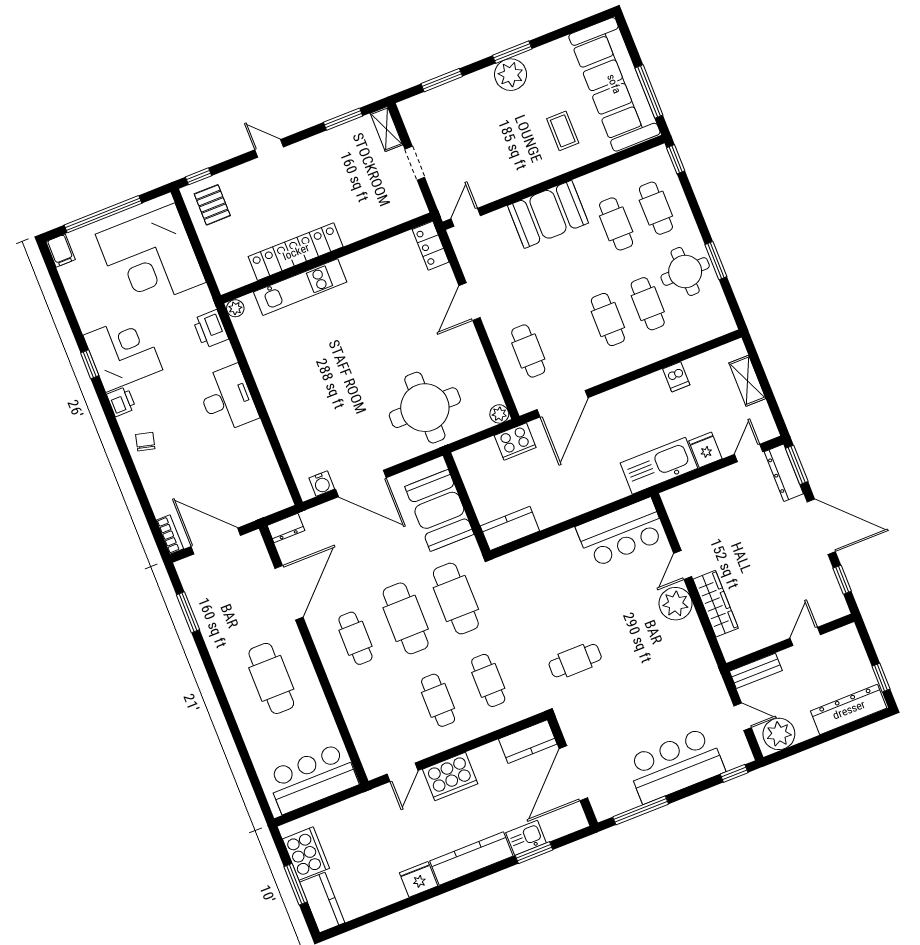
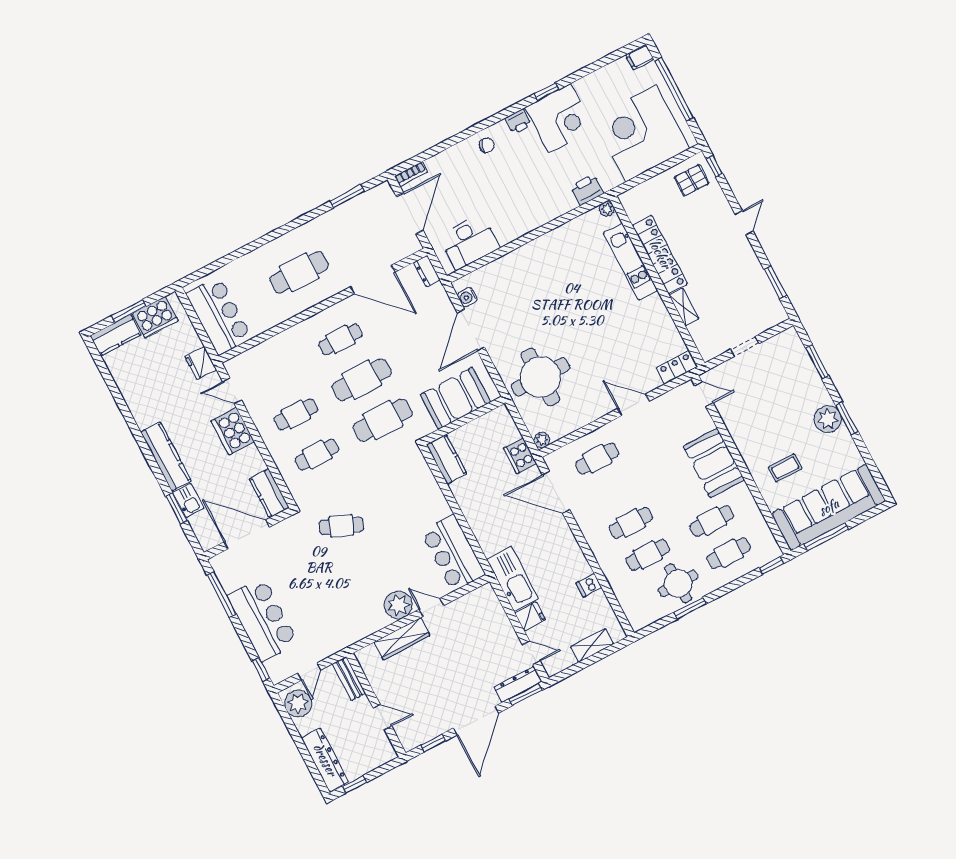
shelving: (386, 129) -> (684, 307), moved, turned 90
desk: (227, 399) -> (469, 242), moved
cafe table: (575, 661) -> (341, 526), turned -67
fridge: (419, 879) -> (201, 363), moved, turned 180

